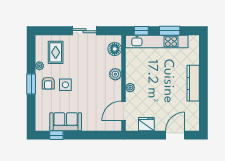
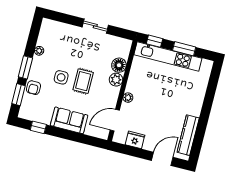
floor lamp: (115, 49) -> (119, 65), moved
rug: (56, 52) -> (83, 81), moved
armchair: (48, 83) -> (34, 88), moved
kitchen counter: (193, 83) -> (188, 135), moved
window: (31, 110) -> (19, 95), added
sofa: (66, 122) -> (69, 120), moved

